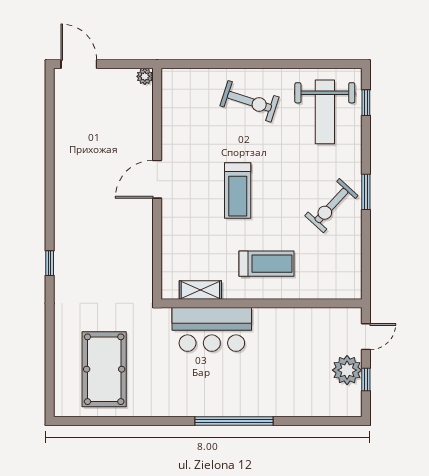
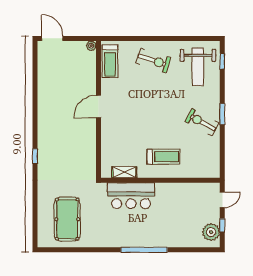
treadmill: (238, 191) -> (110, 61), moved
exercise bike: (331, 206) -> (202, 122), turned 76
plant: (347, 370) -> (211, 232), moved

